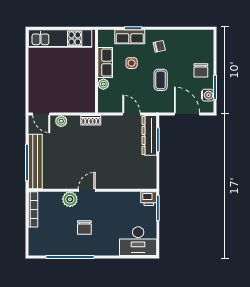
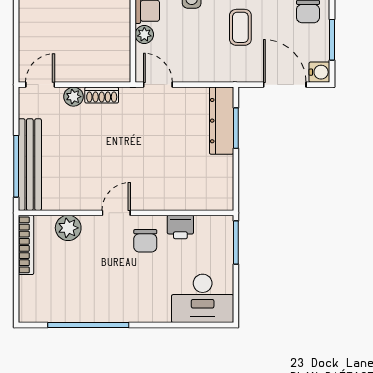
water cooler: (208, 95) -> (319, 72), moved
door: (41, 114) -> (40, 85), swing flipped
door: (131, 114) -> (158, 85), moved
shoe rack: (91, 120) -> (102, 95), moved
plant: (70, 199) -> (68, 228), moved
printer: (149, 199) -> (180, 227), moved
chair: (84, 228) -> (145, 241), moved

